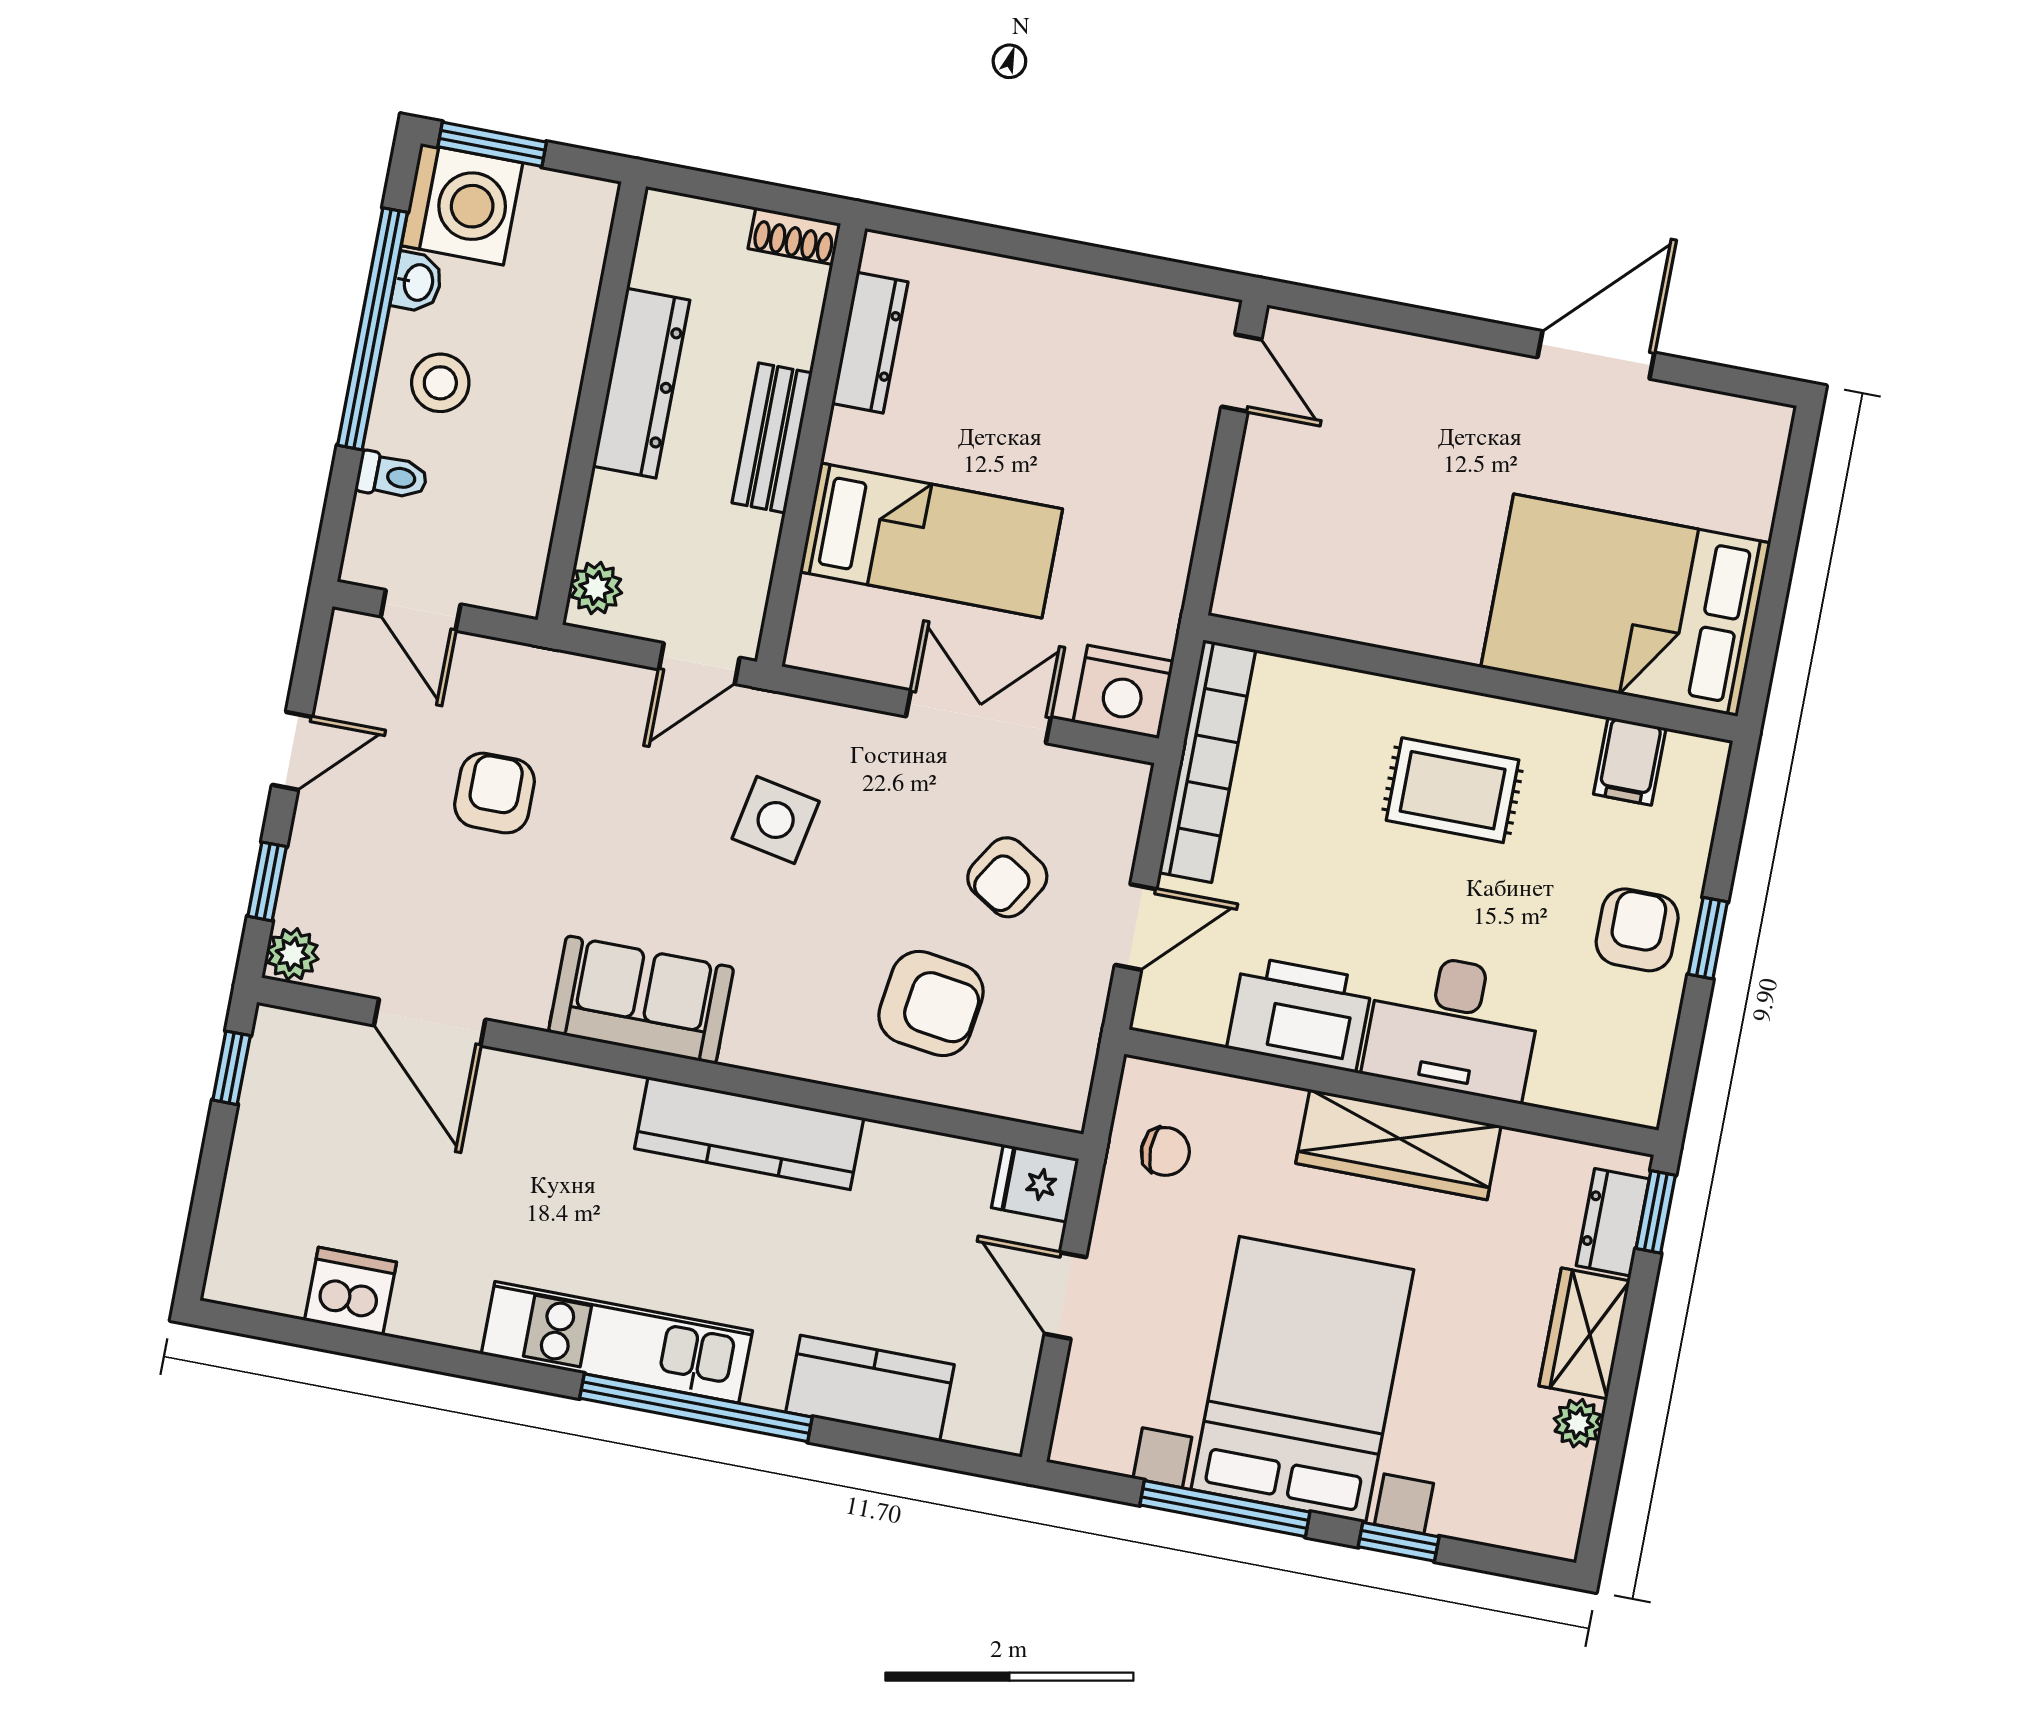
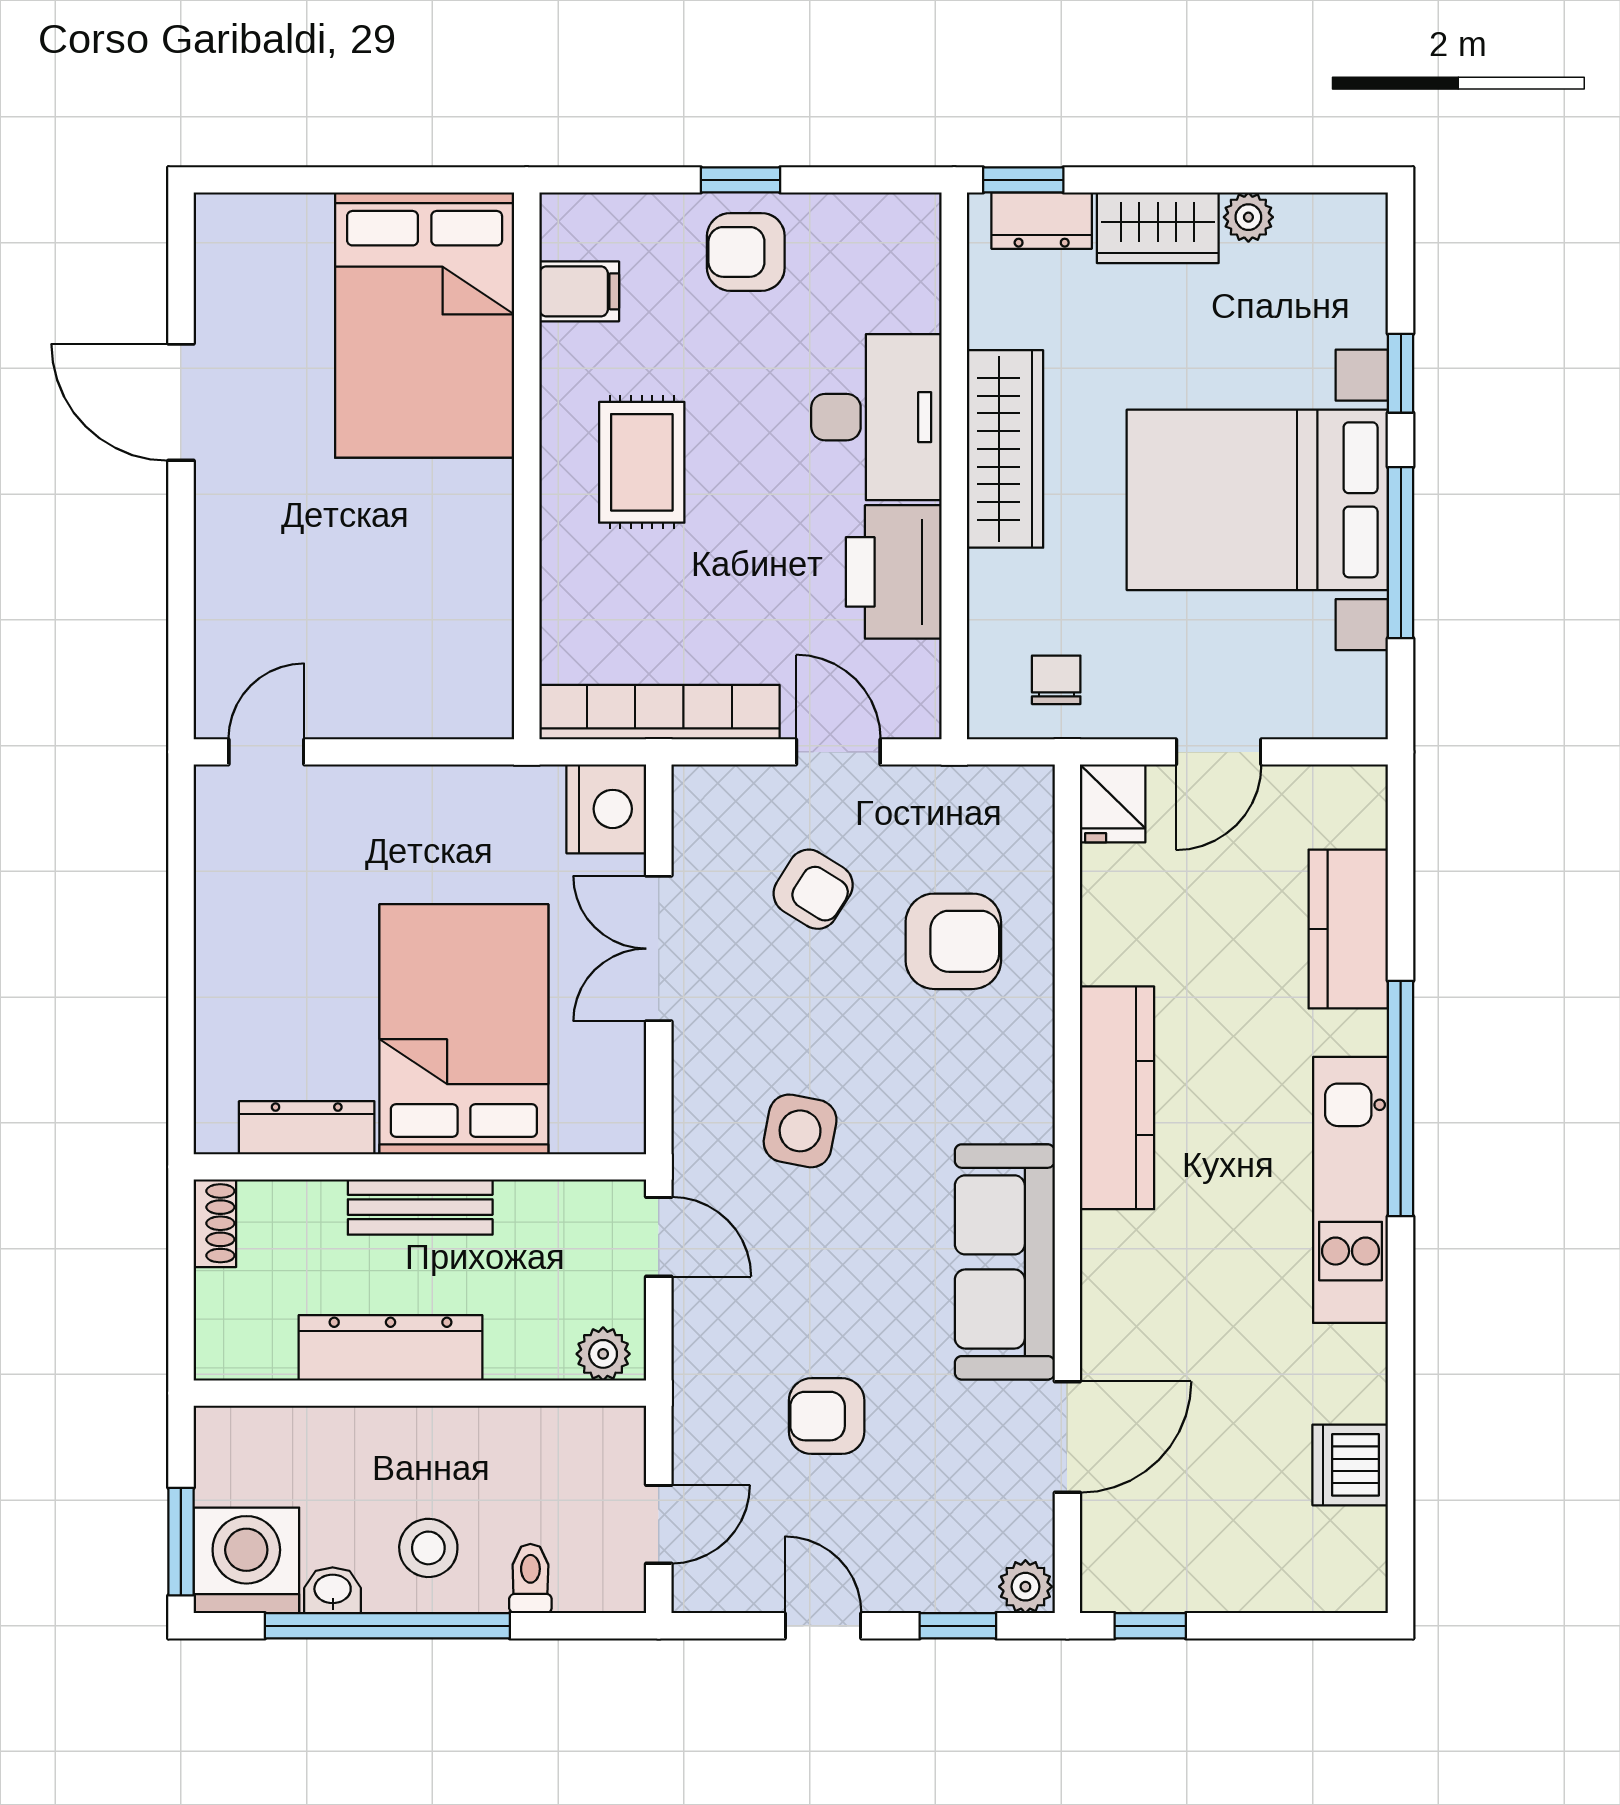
bed: (931, 540) -> (464, 1029), width x1.50
sofa: (641, 1000) -> (1005, 1262), width x1.36
armchair: (931, 1004) -> (953, 941), turned 82

